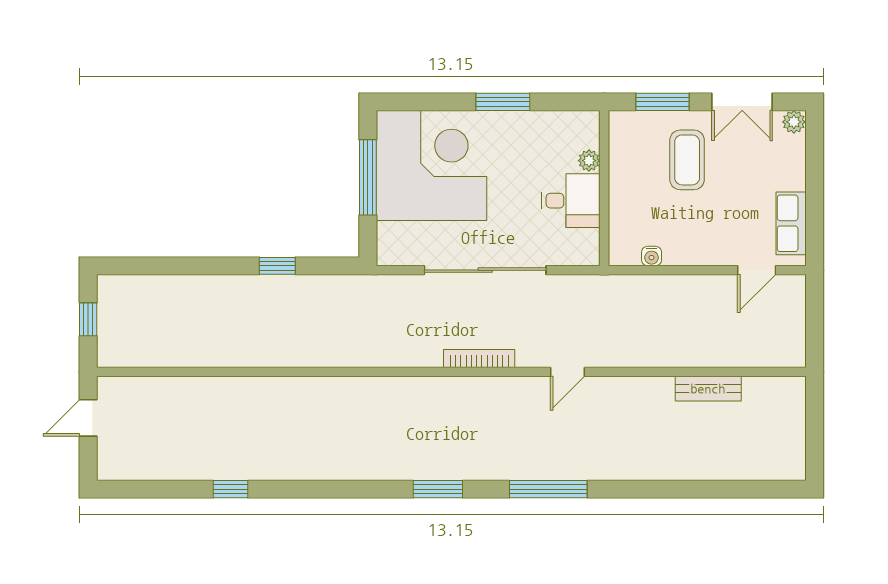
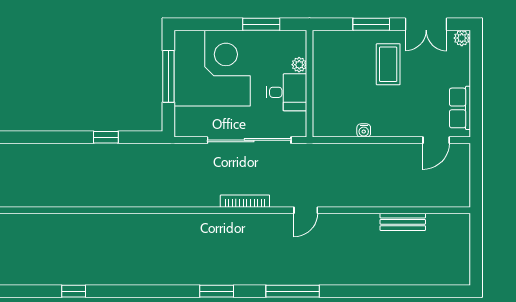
plant: (589, 161) -> (299, 65), moved
wall: (604, 188) -> (310, 84), moved
desk: (571, 201) -> (287, 92), moved

